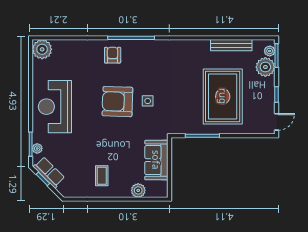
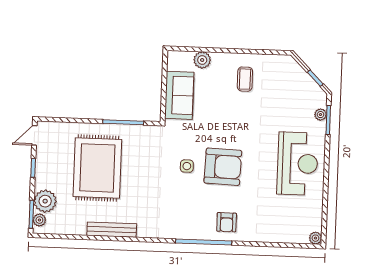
bench: (231, 45) -> (112, 230), moved
plant: (42, 49) -> (315, 238), width x0.53, depth x0.53
row of seats: (49, 172) -> (308, 86), removed

